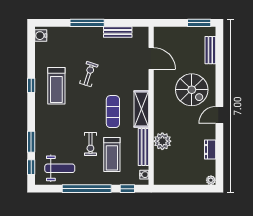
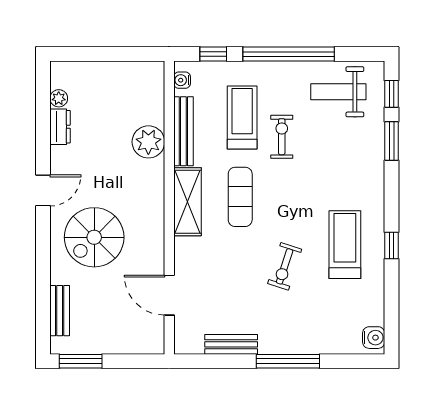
spiral stairs: (192, 90) -> (94, 237), turned -90
plant: (211, 180) -> (59, 98), moved

